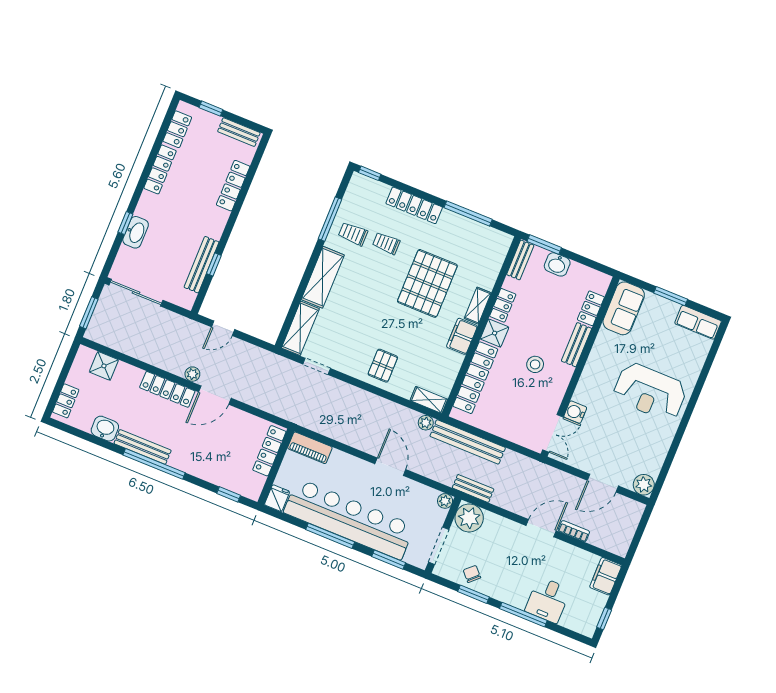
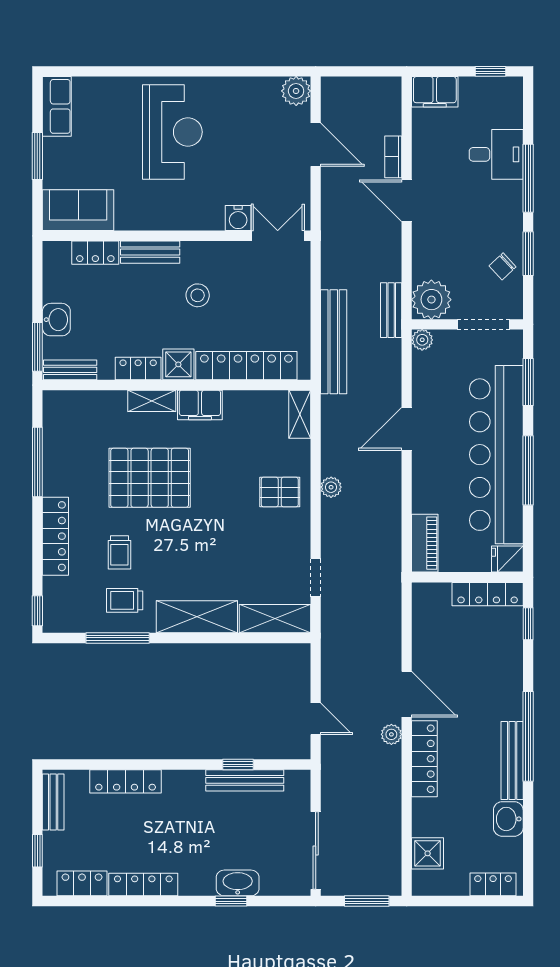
trolley: (353, 234) -> (125, 600), turned 90
plant: (426, 423) -> (331, 487), moved
locker: (269, 451) -> (488, 594), moved

